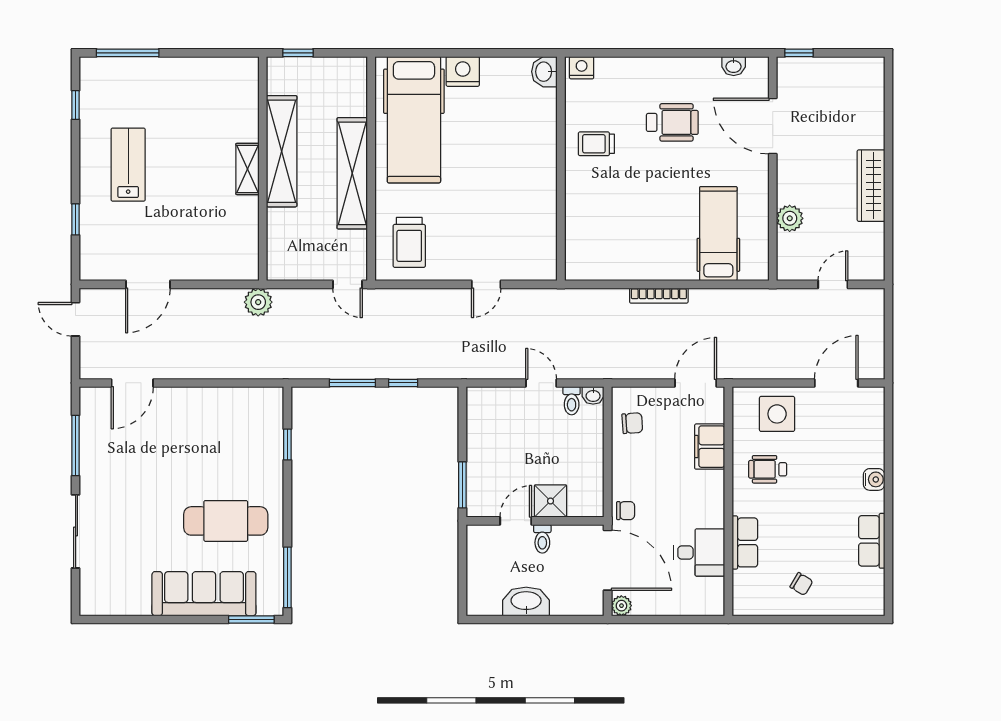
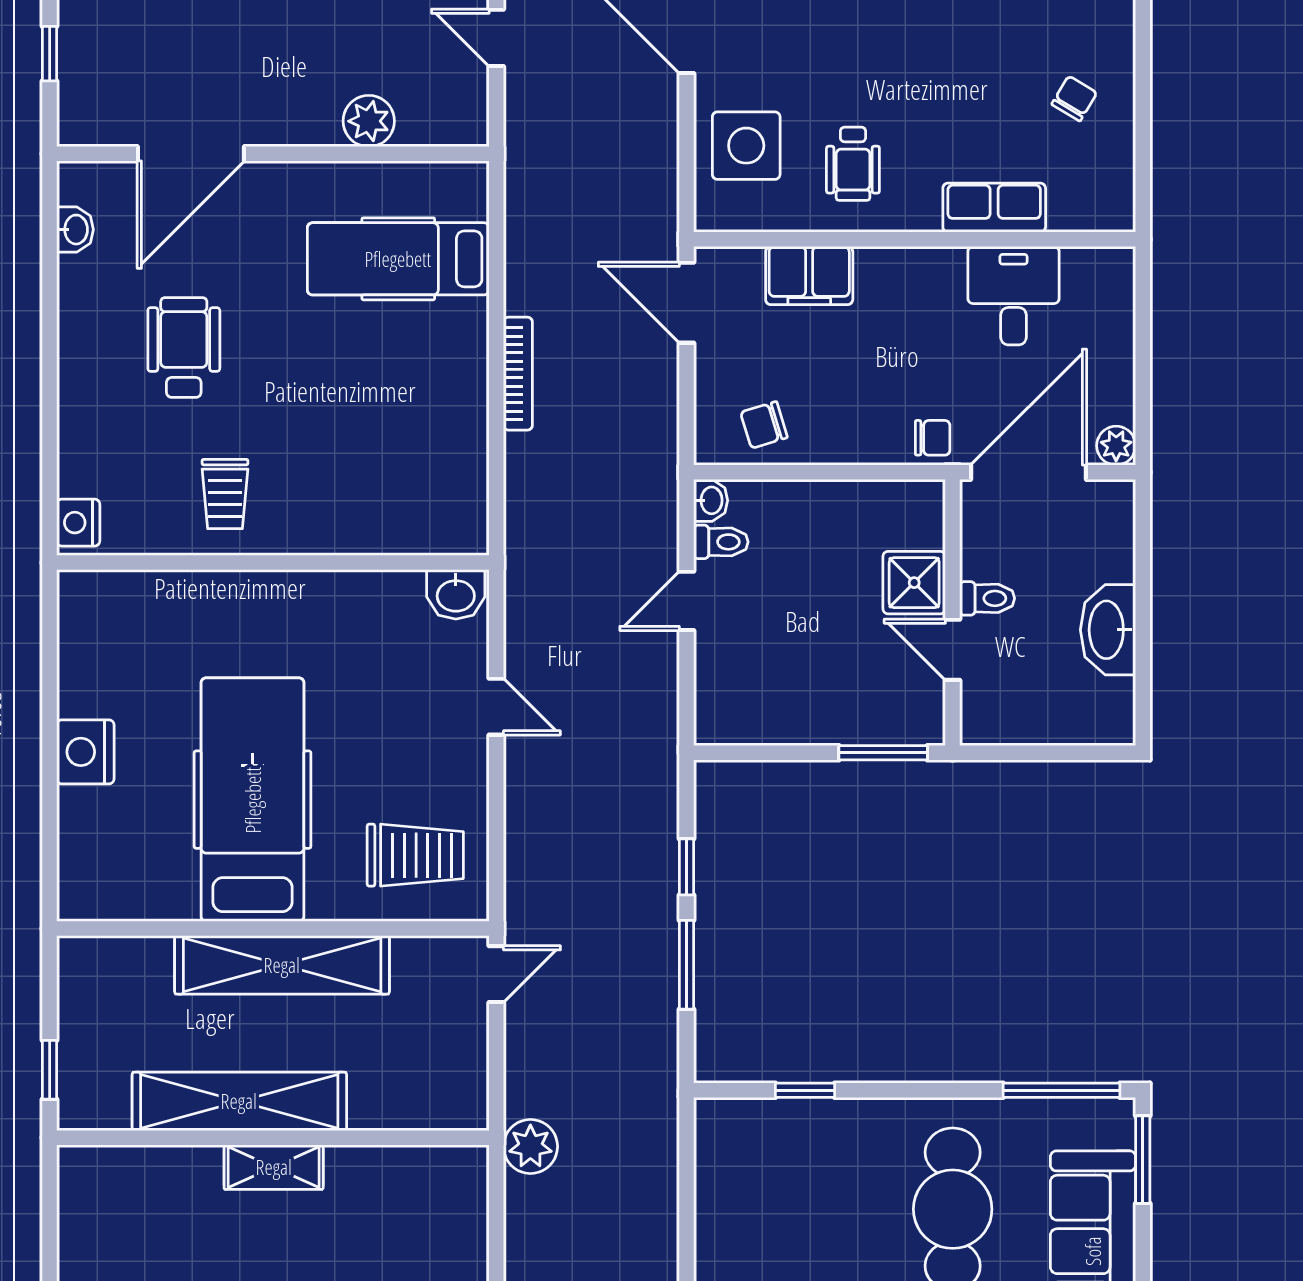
window: (799, 53) -> (50, 54), moved
washbasin: (544, 72) -> (456, 594), moved
hospital bed: (414, 120) -> (253, 800), moved, turned -90
chair: (632, 423) -> (764, 425), turned -103
chair: (626, 511) -> (933, 438), turned 90

